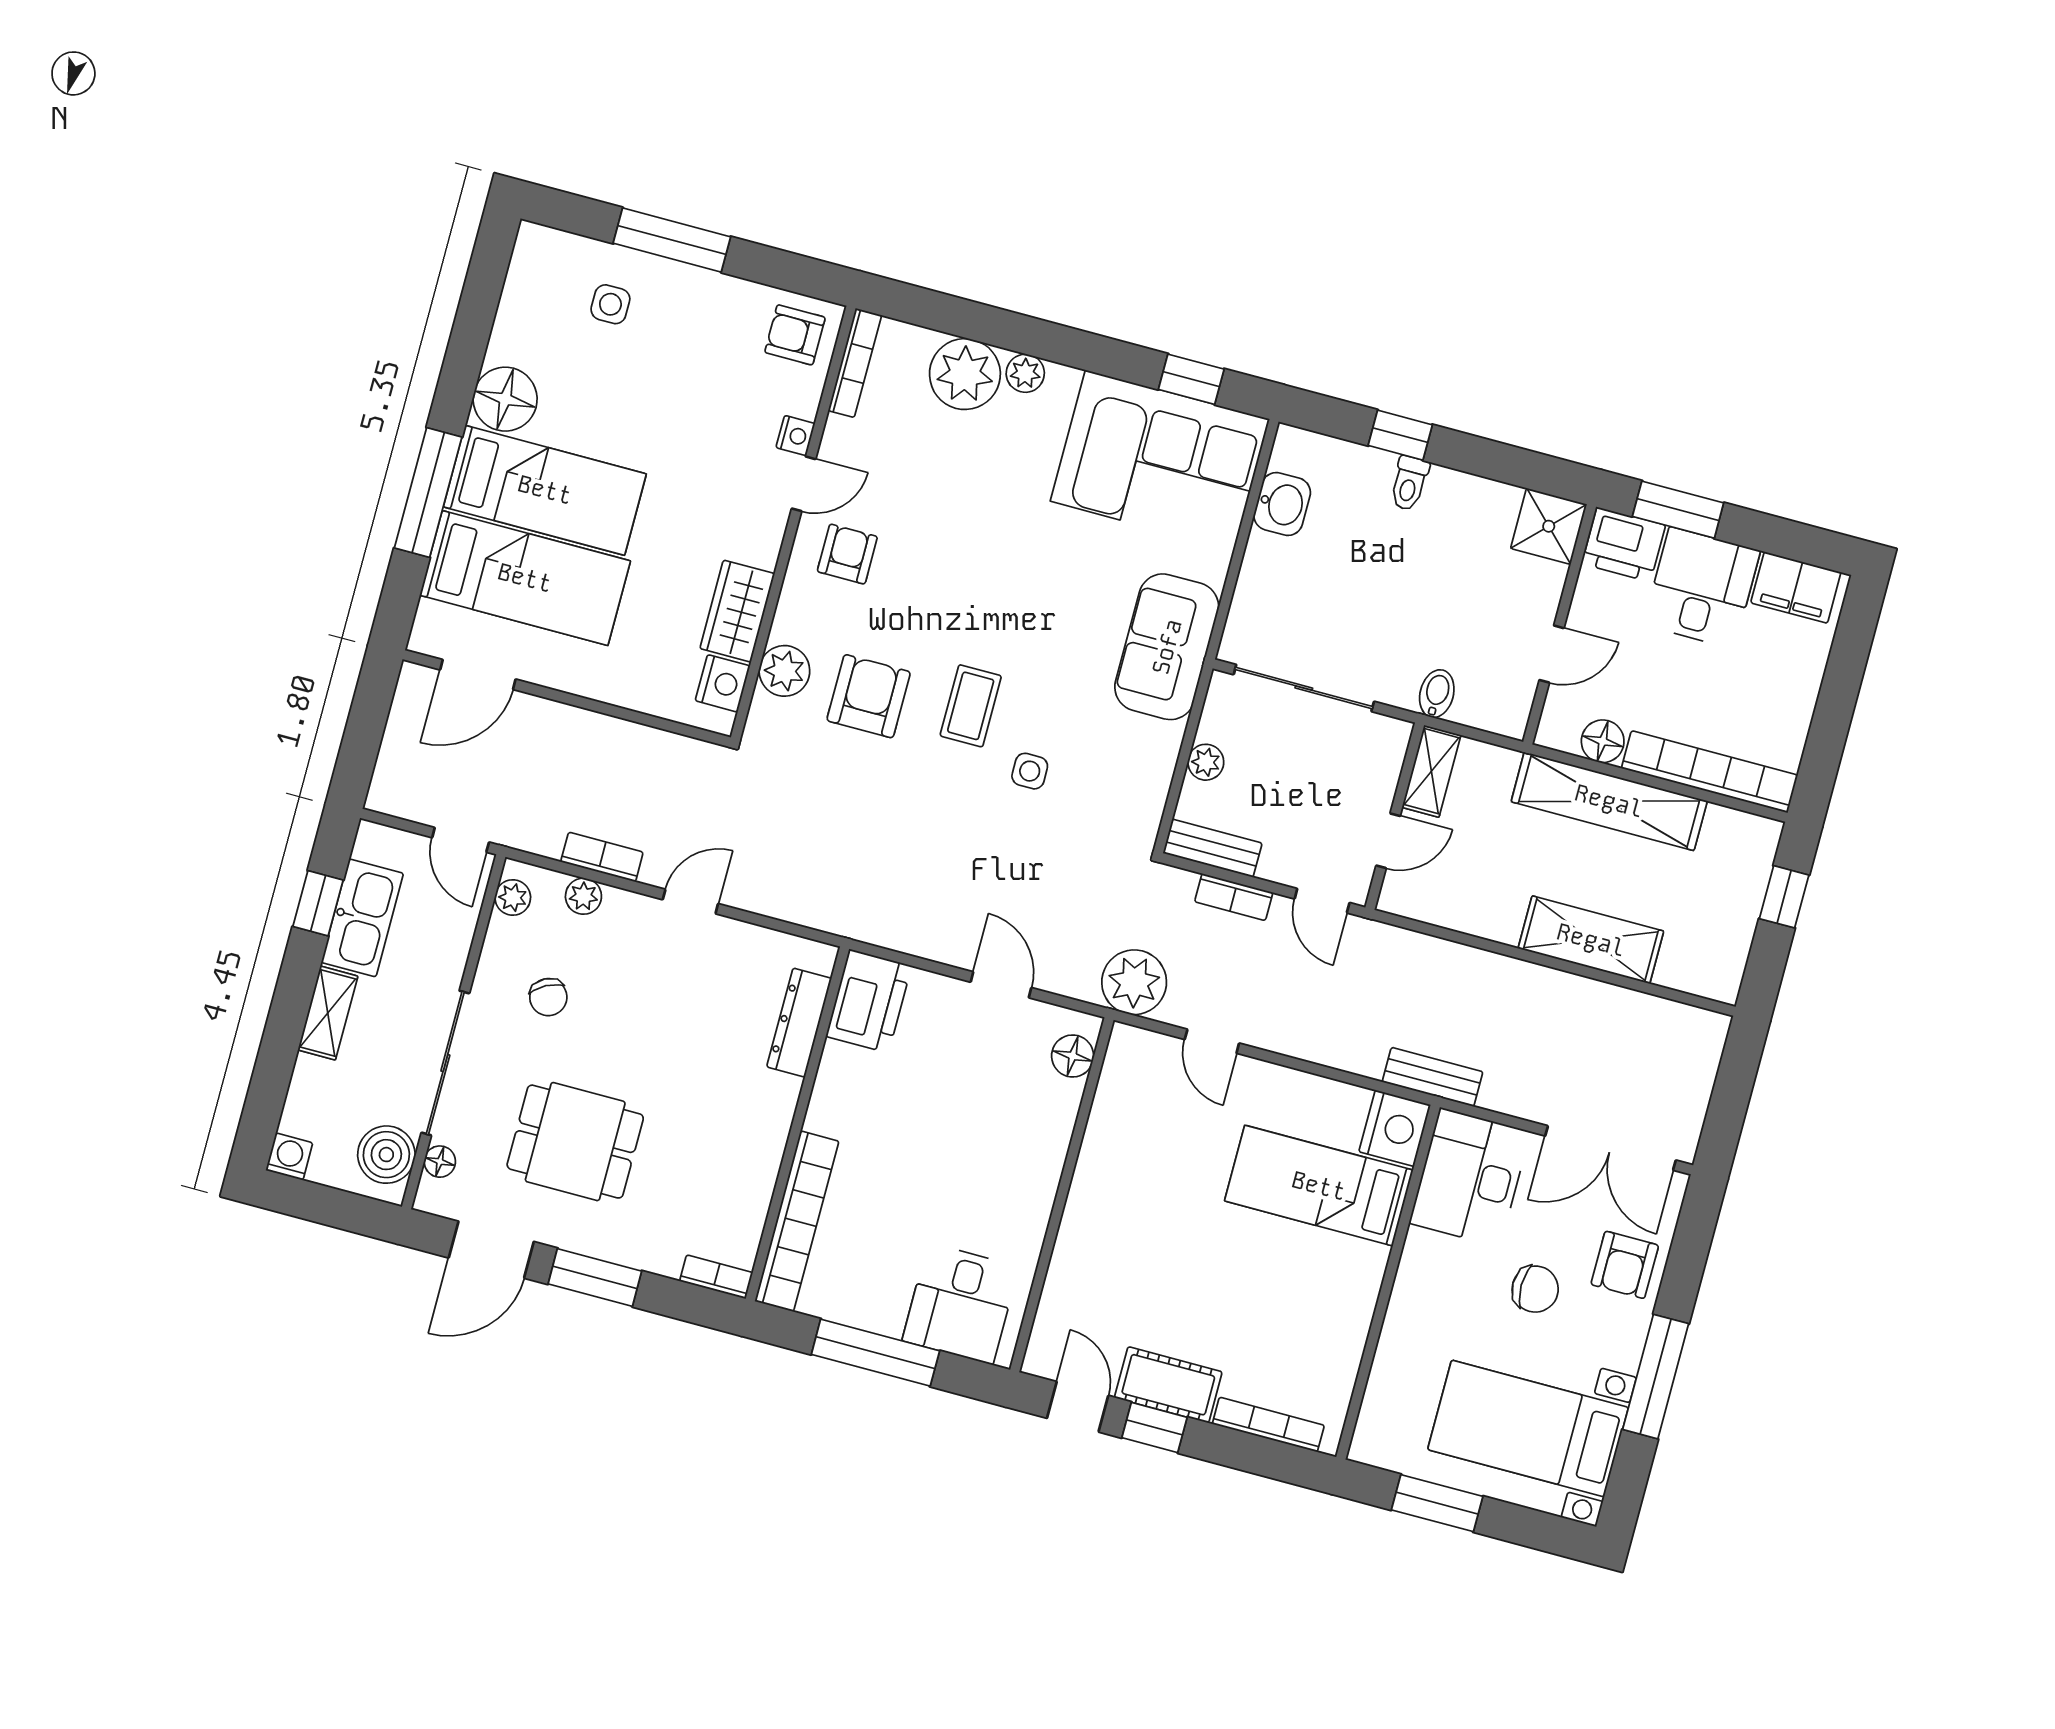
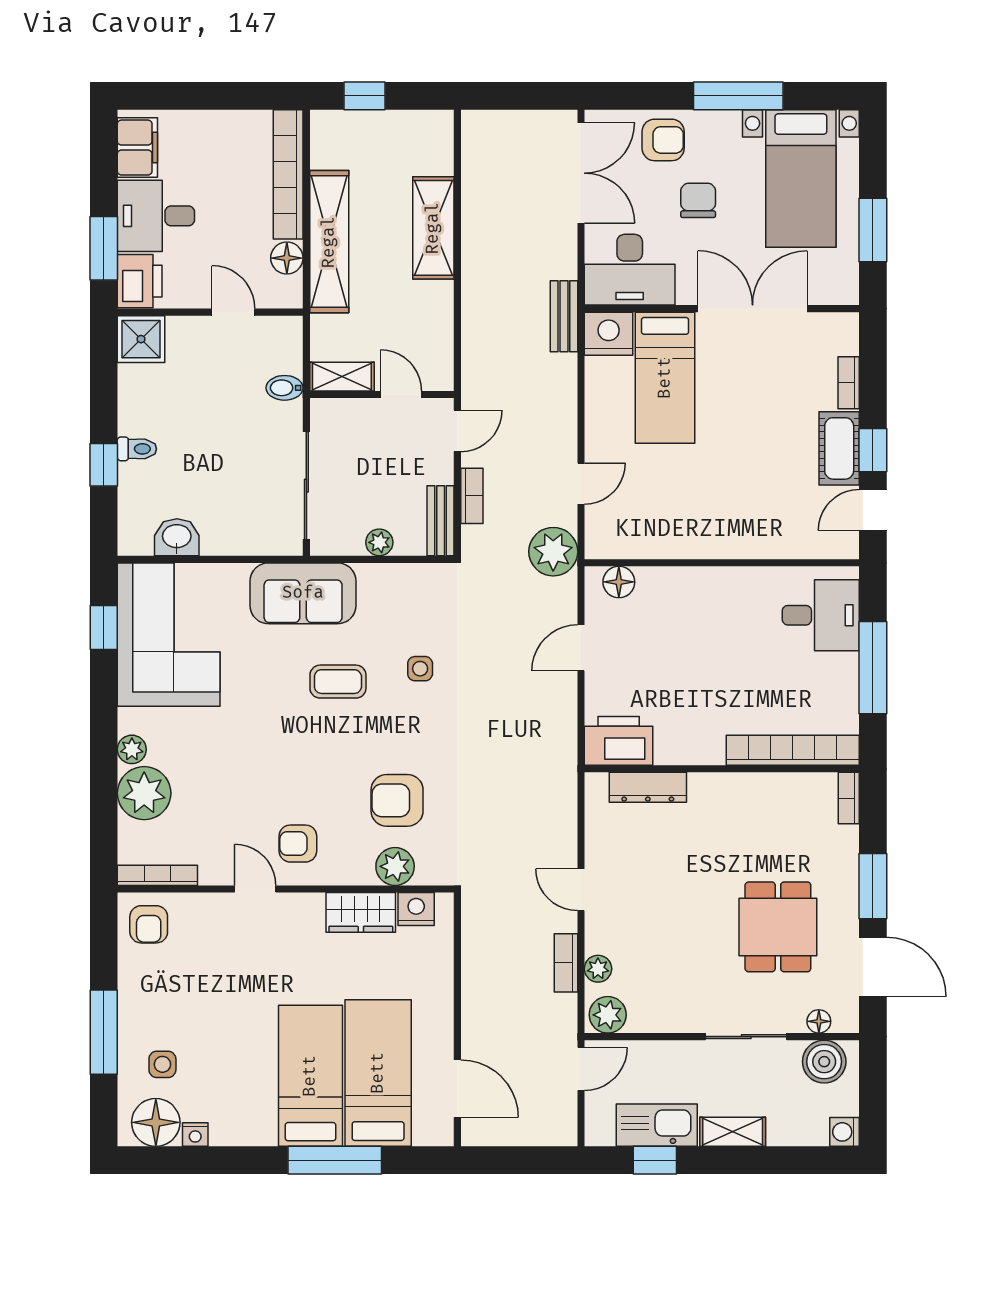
floor lamp: (505, 399) -> (156, 1122), moved
nightstand: (795, 436) -> (195, 1135), moved, turned 180
coffee table: (971, 706) -> (338, 682), moved
plant: (513, 898) -> (608, 1015), width x1.38, depth x1.38
chair: (548, 997) -> (678, 975), removed
sliding door: (445, 1063) -> (746, 1037), width x0.73
double door: (1377, 1322) -> (753, 309), added
bookcase: (1268, 1425) -> (849, 383), width x0.64

